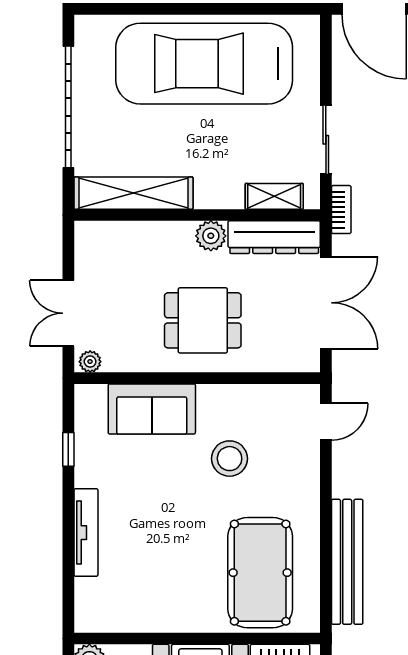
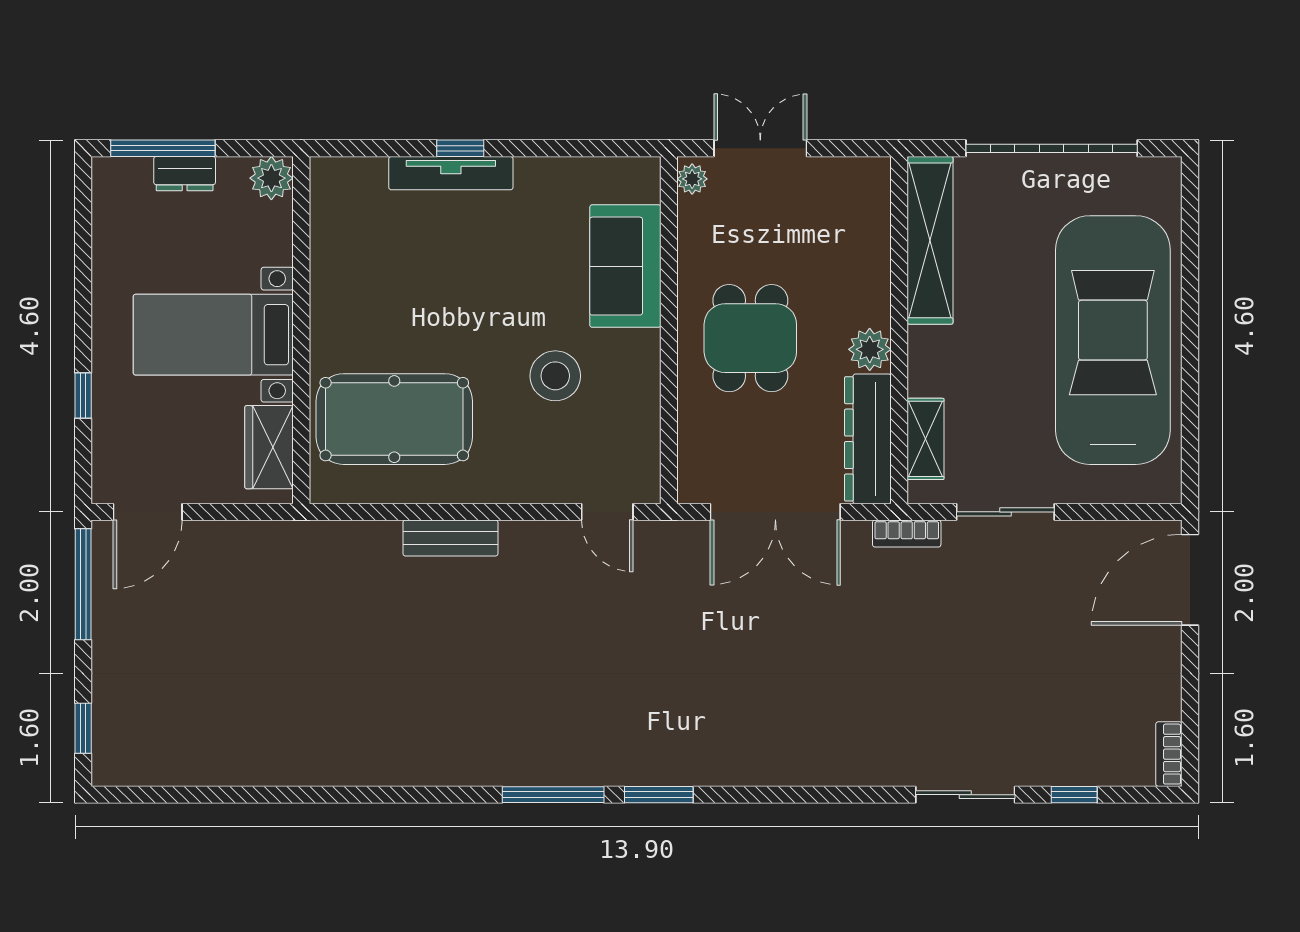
window: (68, 449) -> (460, 148), moved
bench: (347, 562) -> (450, 538), width x0.54, depth x0.82

